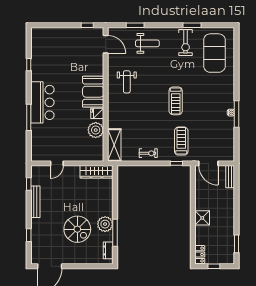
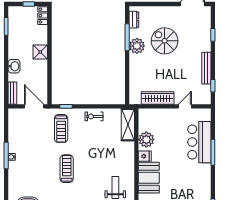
bar counter: (42, 102) -> (199, 142), moved
wardrobe: (97, 172) -> (158, 98), moved
washbasin: (229, 204) -> (14, 66), added

